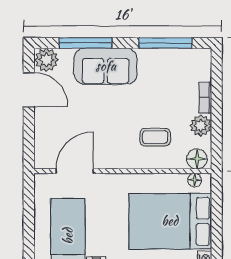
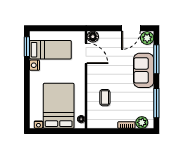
plant: (201, 126) -> (142, 122), moved
floor lamp: (197, 159) -> (93, 37), moved

